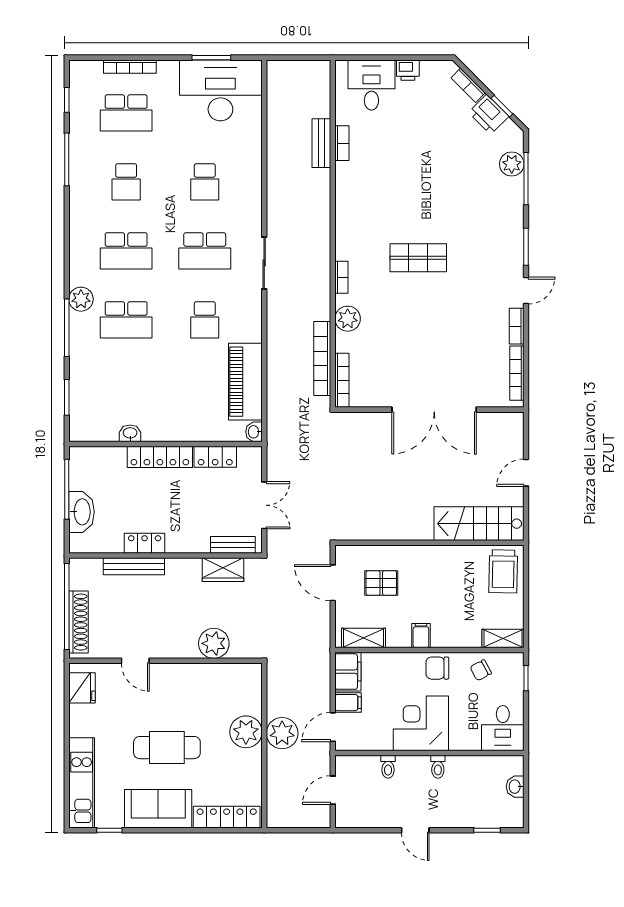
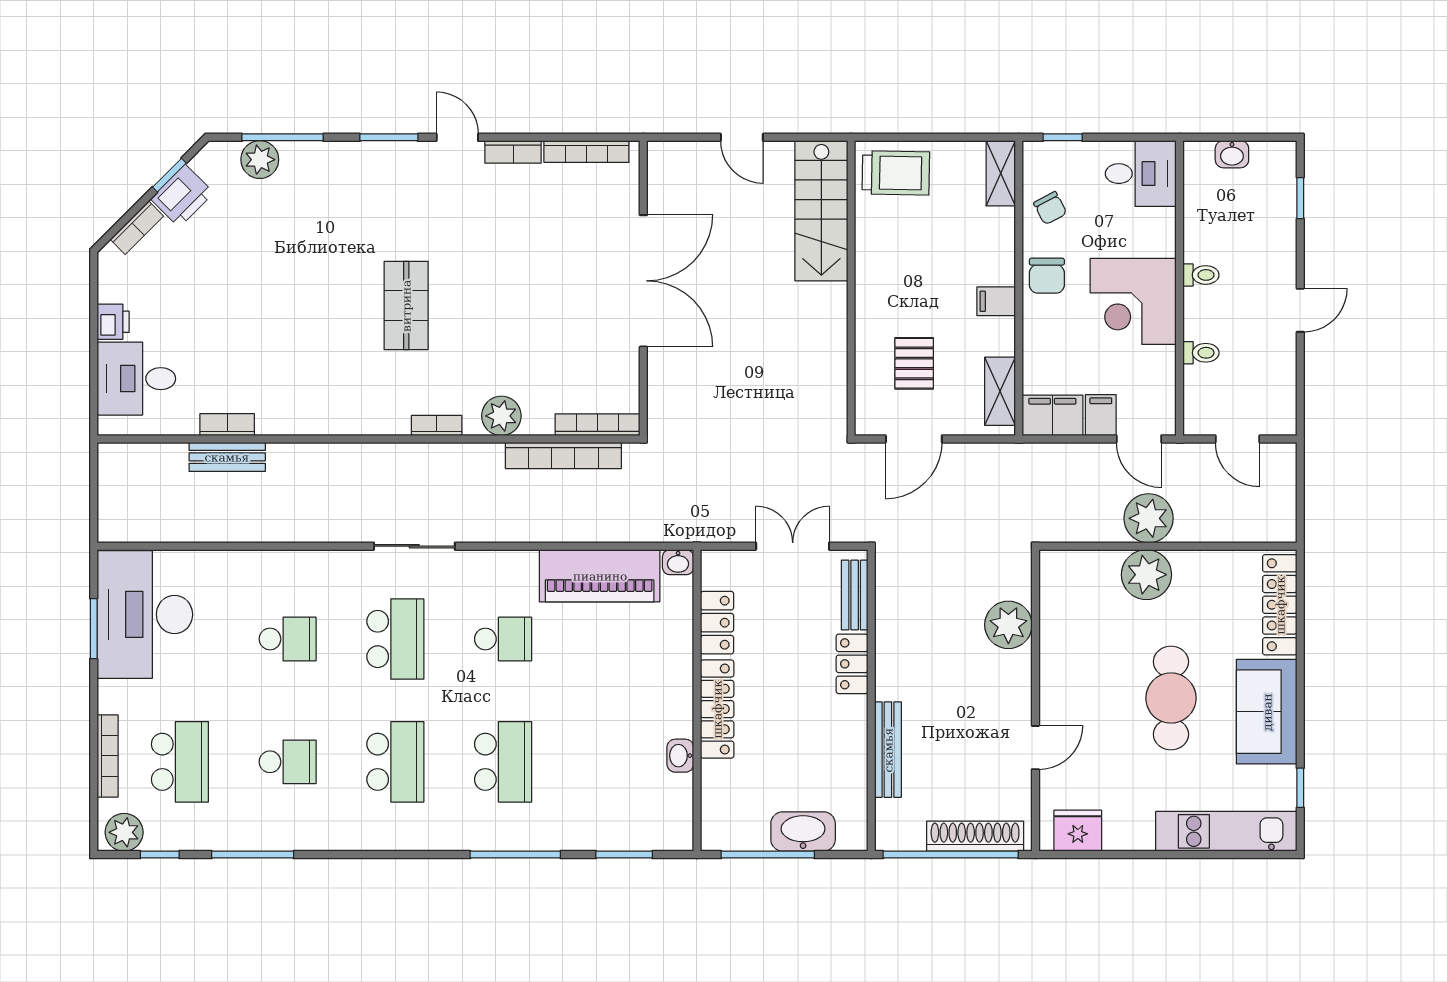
plant: (81, 299) -> (124, 832), moved
locker: (145, 543) -> (852, 664), moved
wardrobe: (223, 570) -> (893, 610), removed

